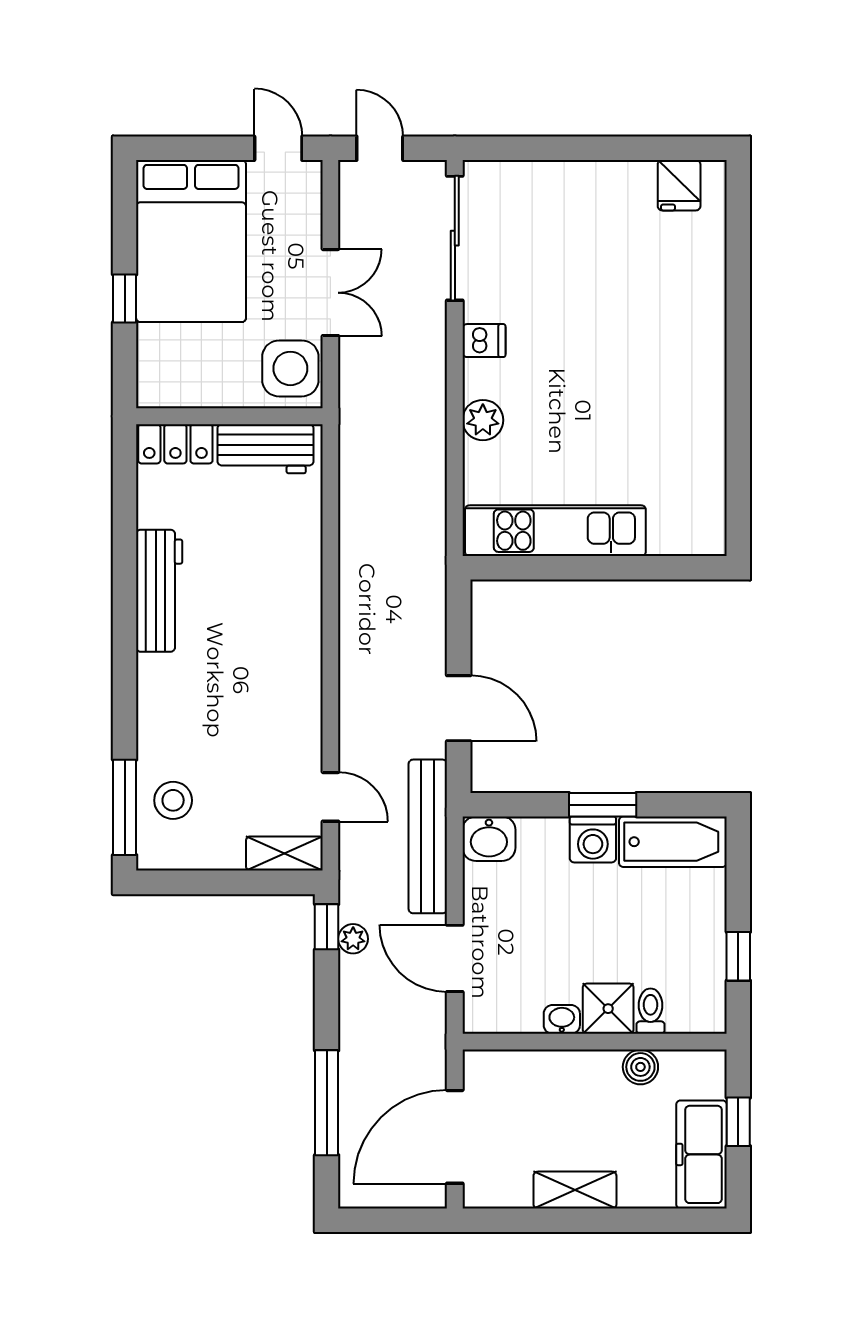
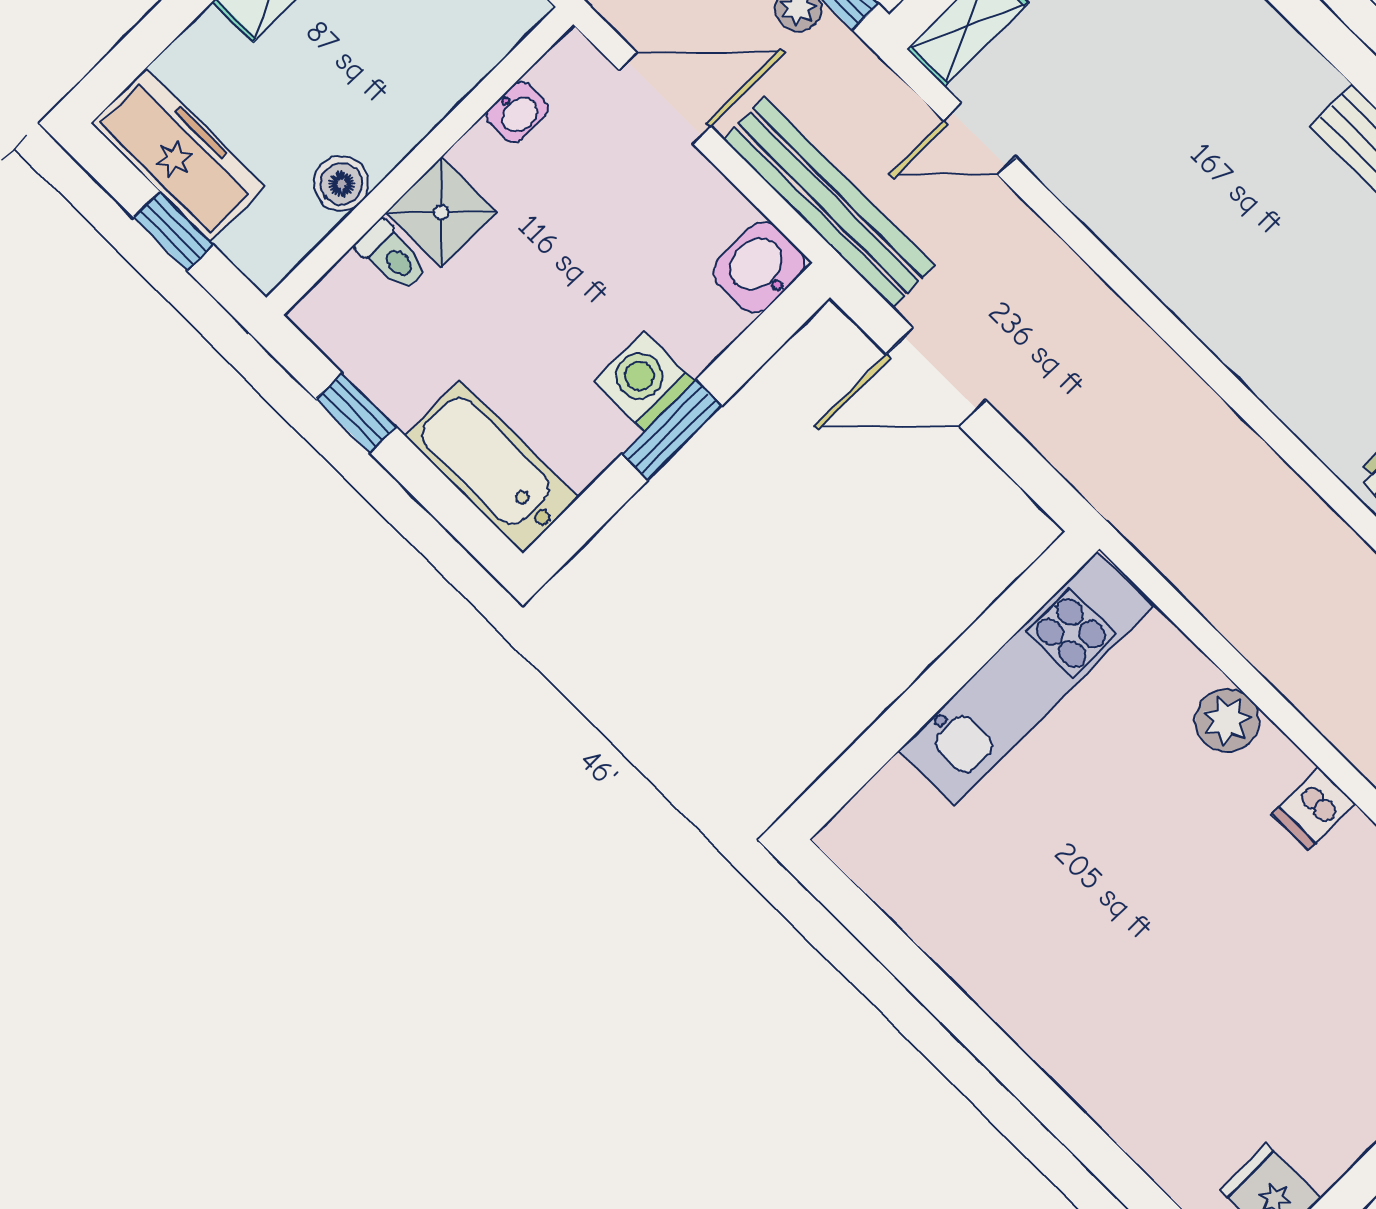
bathtub: (673, 842) -> (491, 467), moved, turned 90
washbasin: (562, 1019) -> (517, 112), moved

